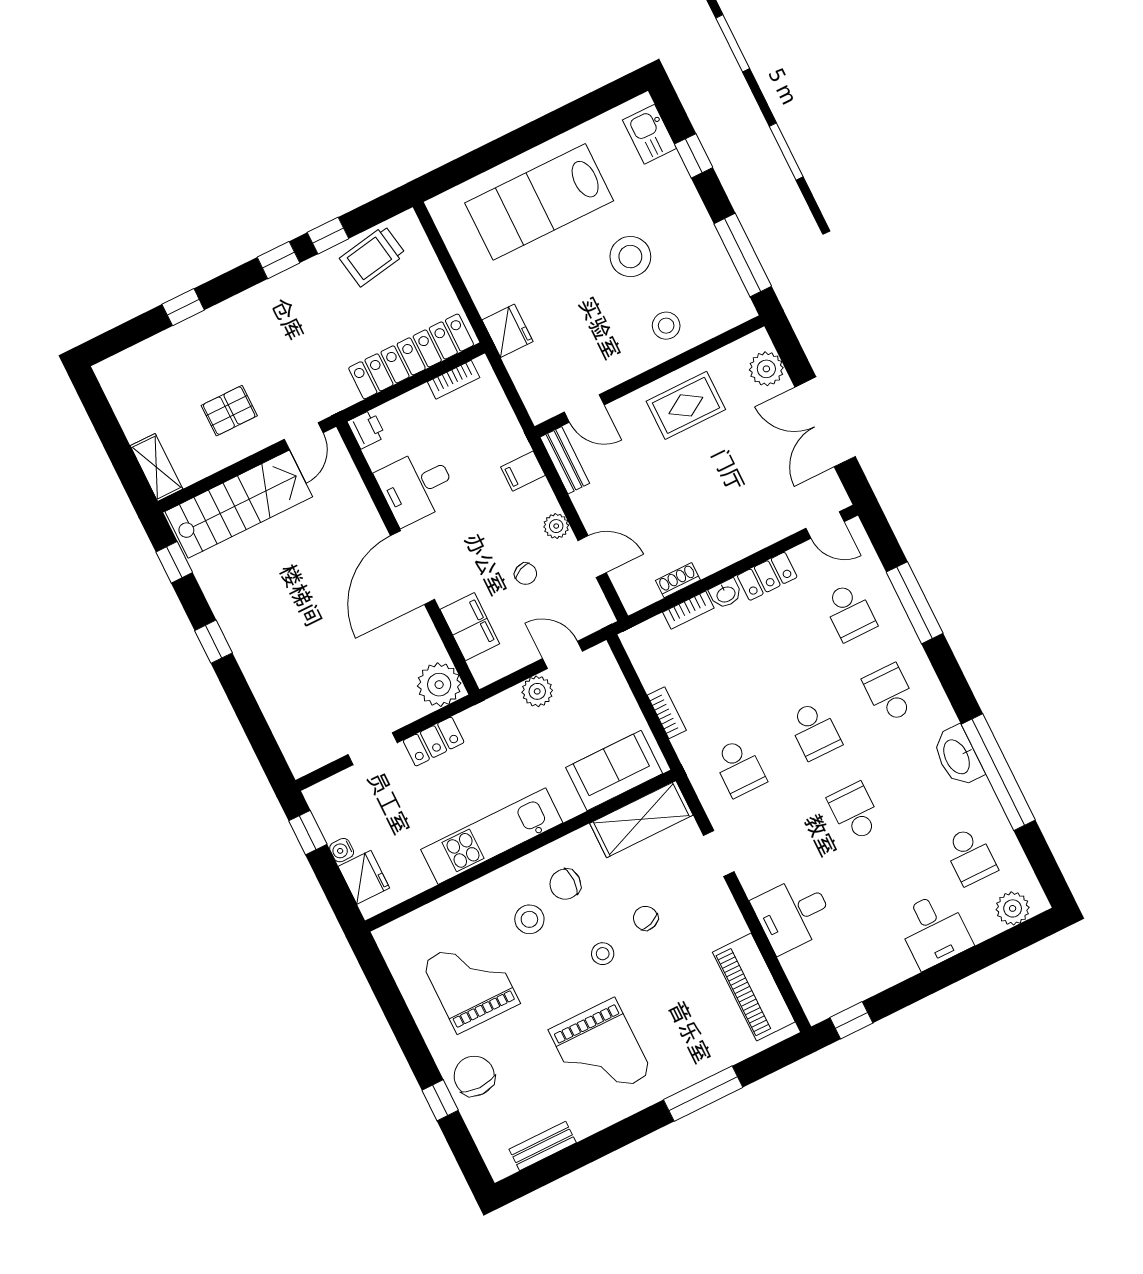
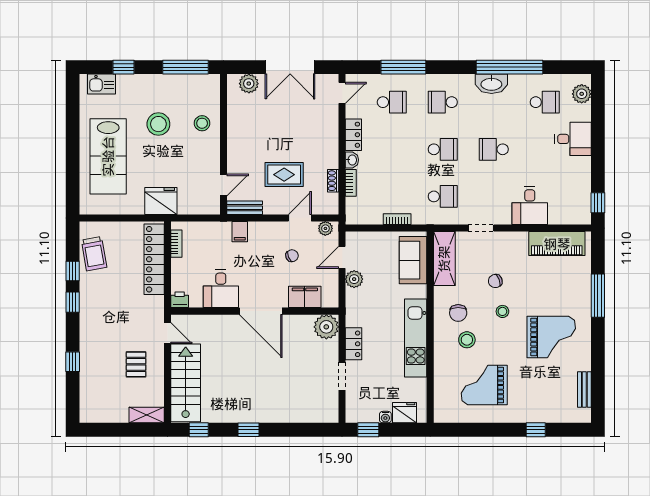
fridge: (507, 331) -> (161, 201), width x1.36, depth x1.34
rug: (686, 405) -> (284, 175), moved, turned 90
plant: (556, 526) -> (325, 228), moved
chair: (474, 1076) -> (532, 407), removed

